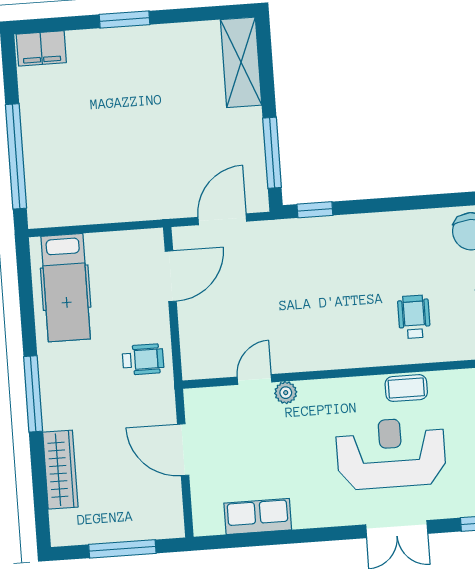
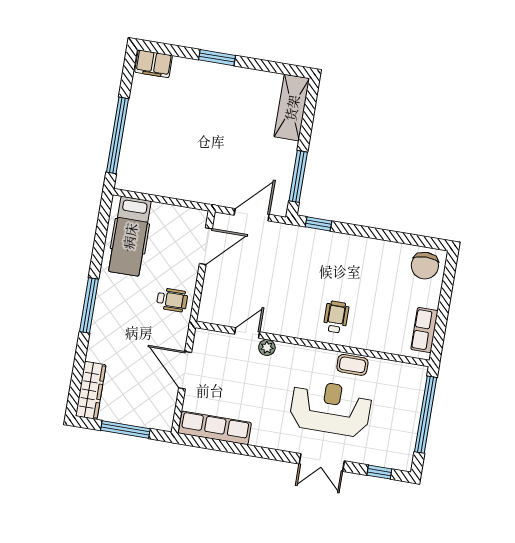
wheelchair: (414, 317) -> (336, 317), moved
wardrobe: (60, 470) -> (91, 390), moved
row of seats: (258, 516) -> (215, 428), width x1.48

